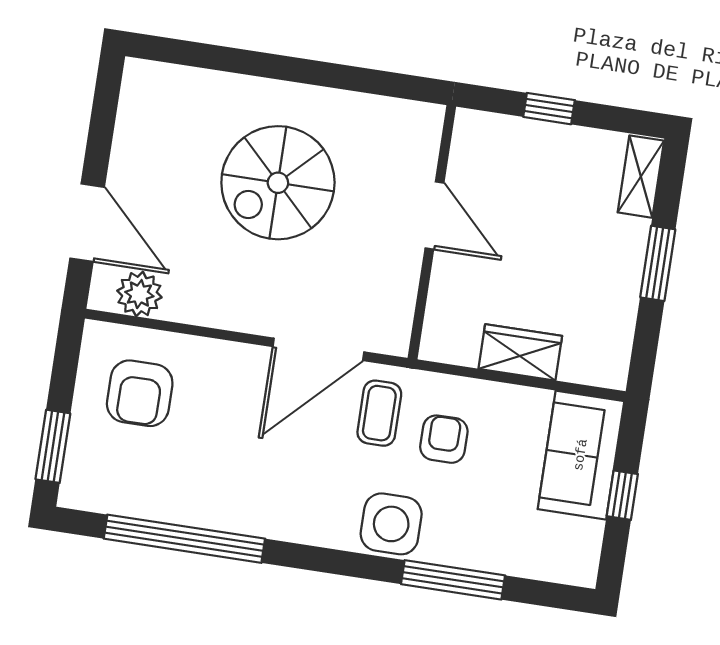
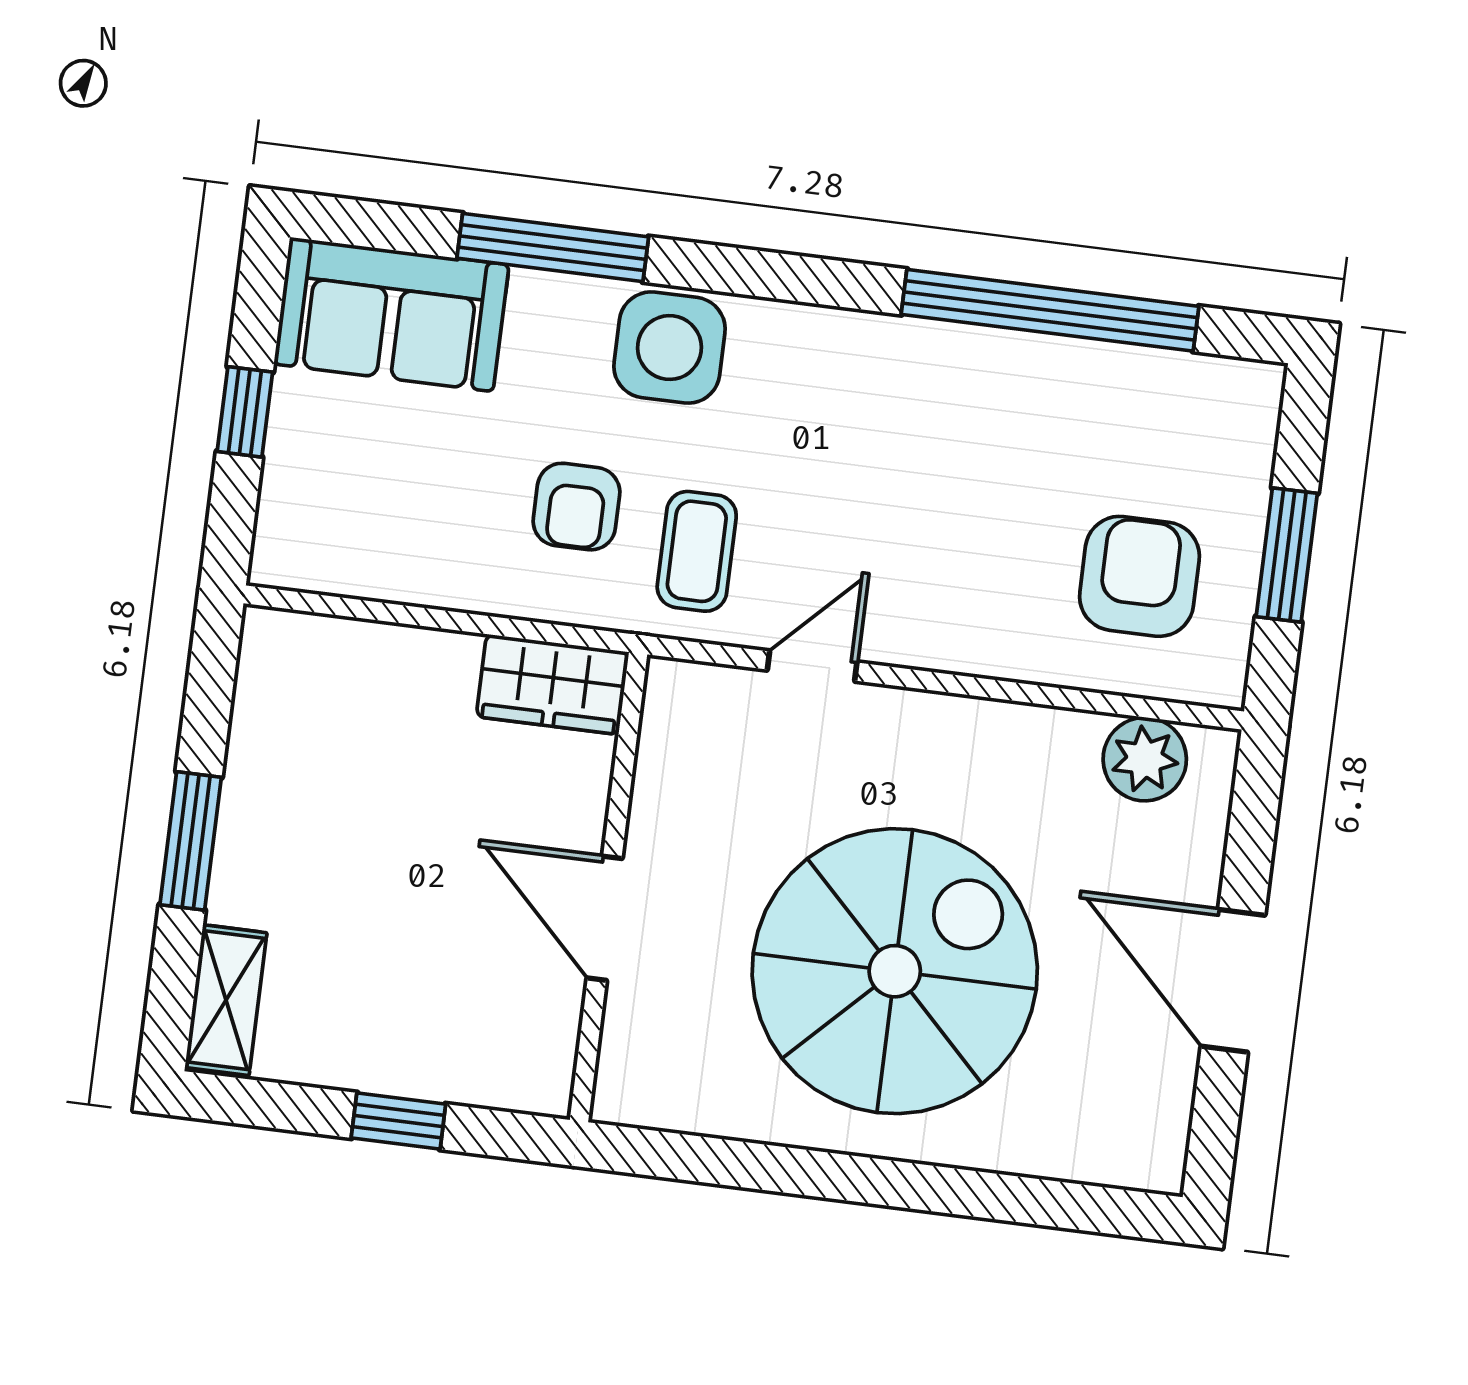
spiral stairs: (278, 183) -> (895, 971), width x1.37, depth x1.37
door: (87, 223) -> (1233, 981), moved
door: (318, 349) -> (812, 666), width x0.53
wardrobe: (520, 352) -> (553, 684), moved
window: (53, 446) -> (1287, 555), moved
sofa: (581, 455) -> (391, 314), moved, turned 90

